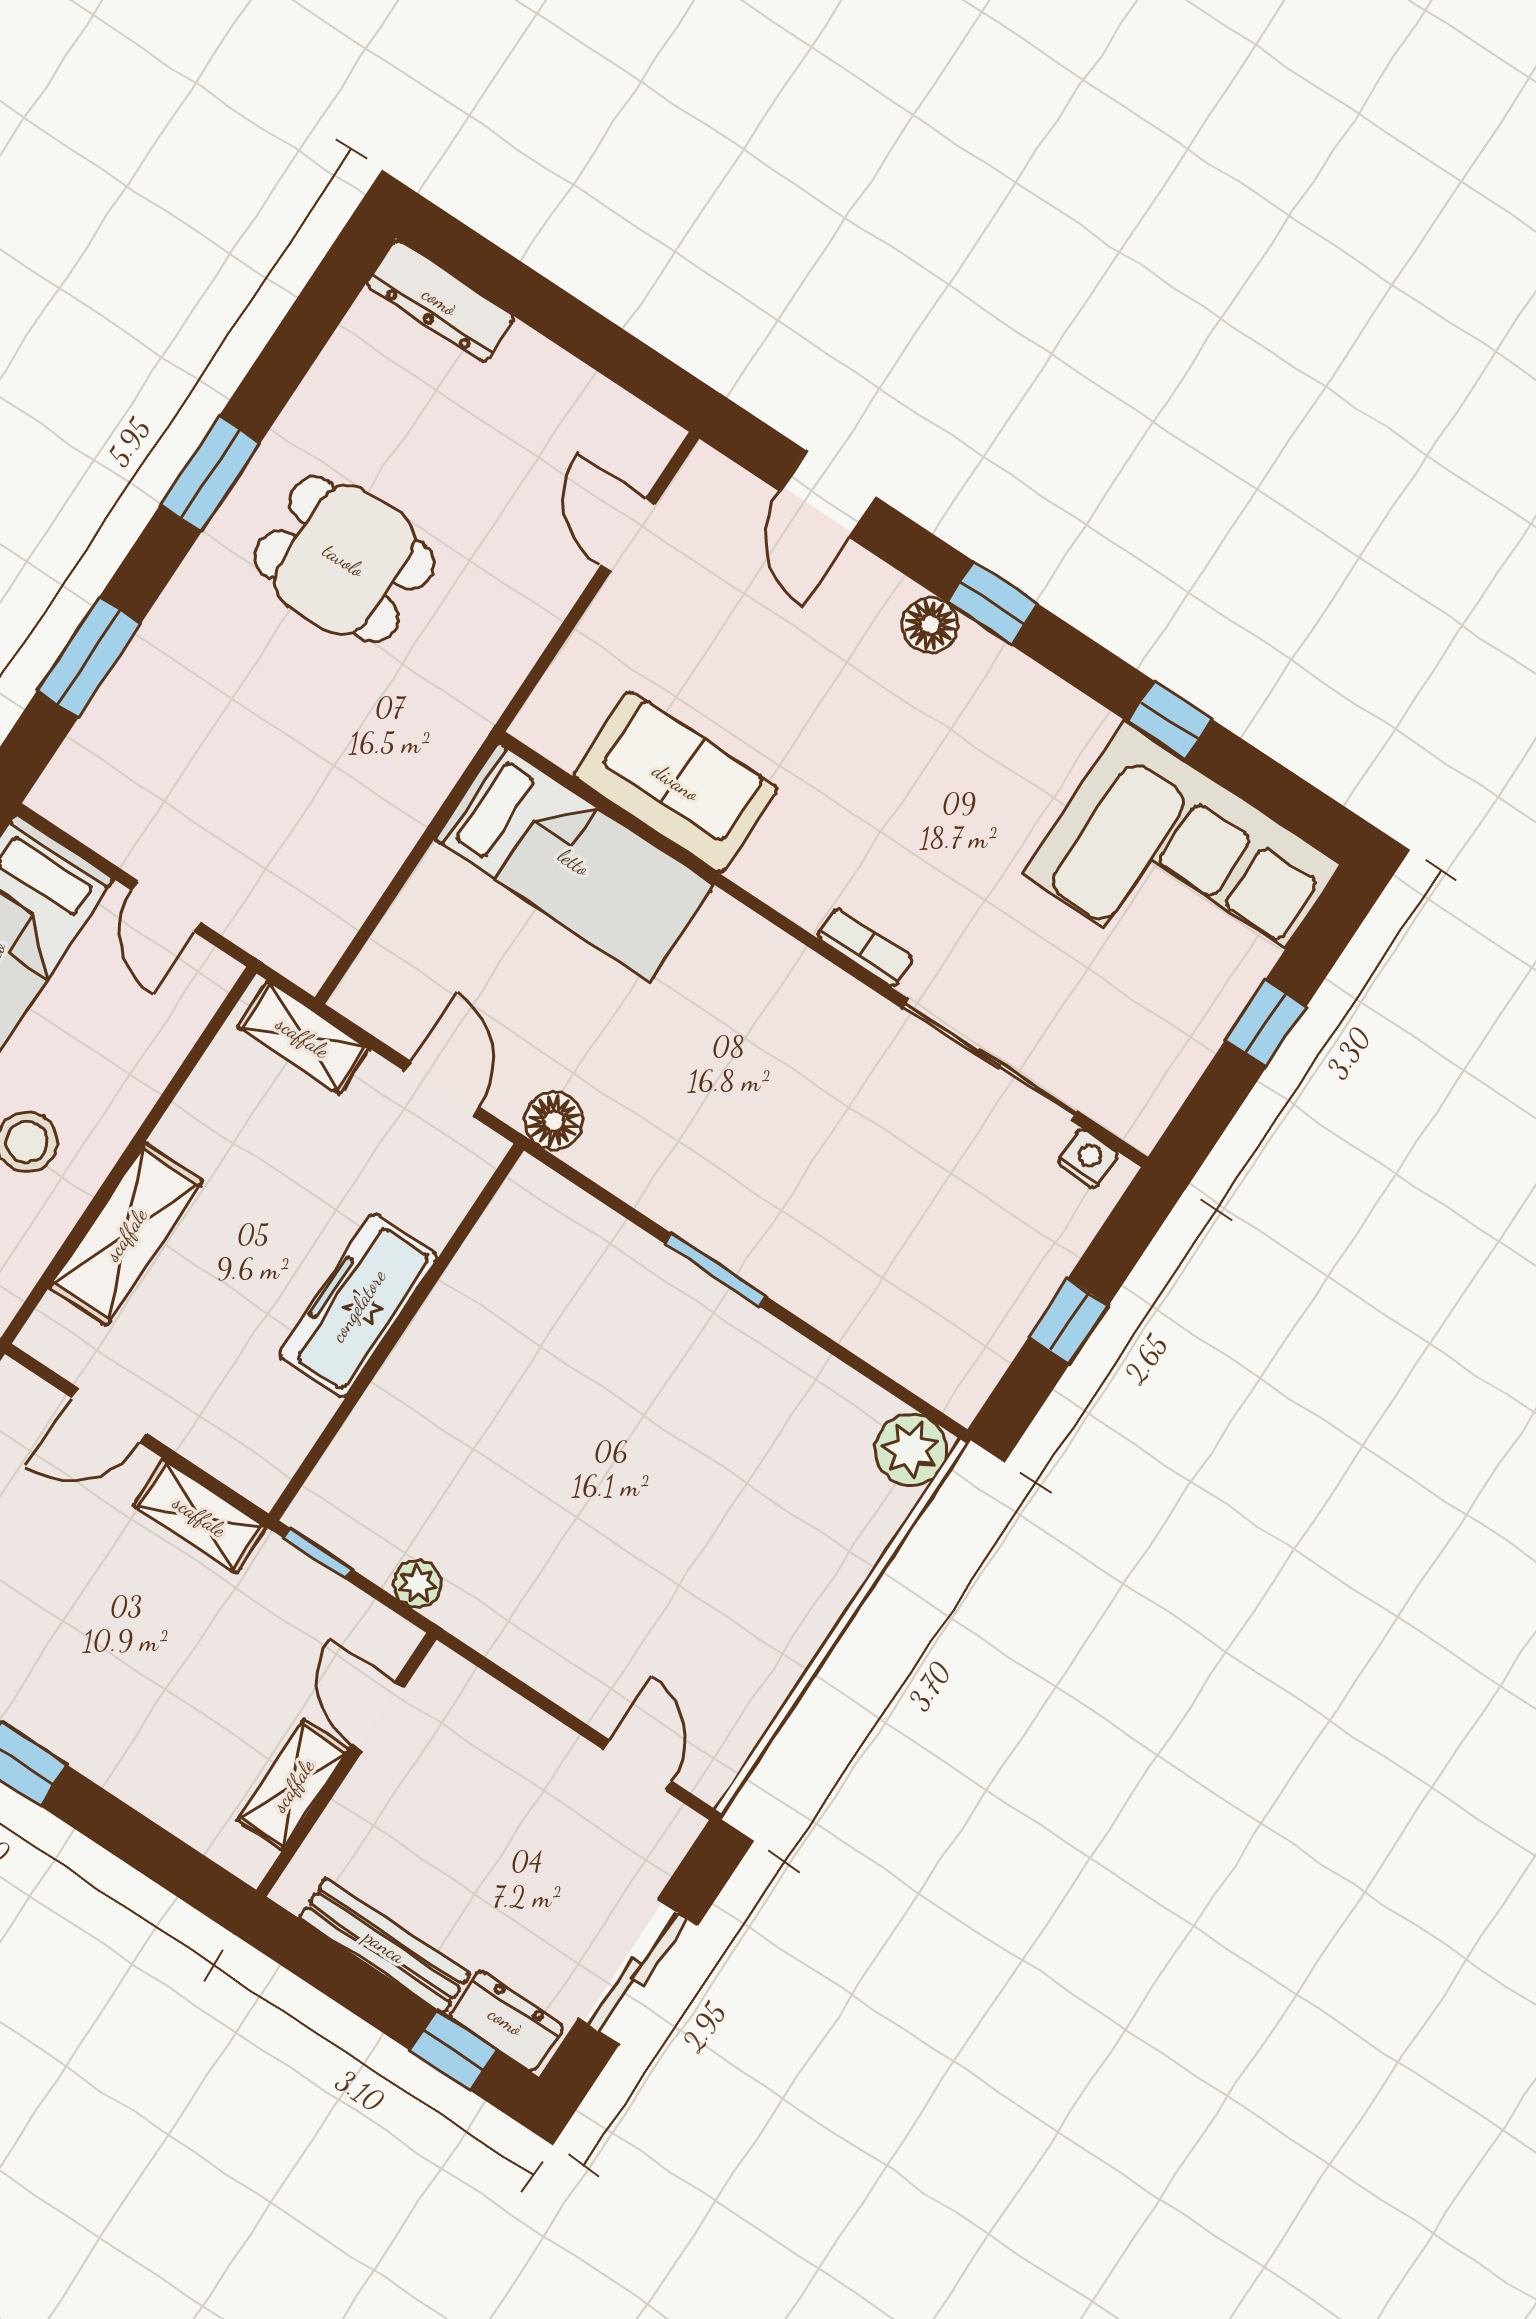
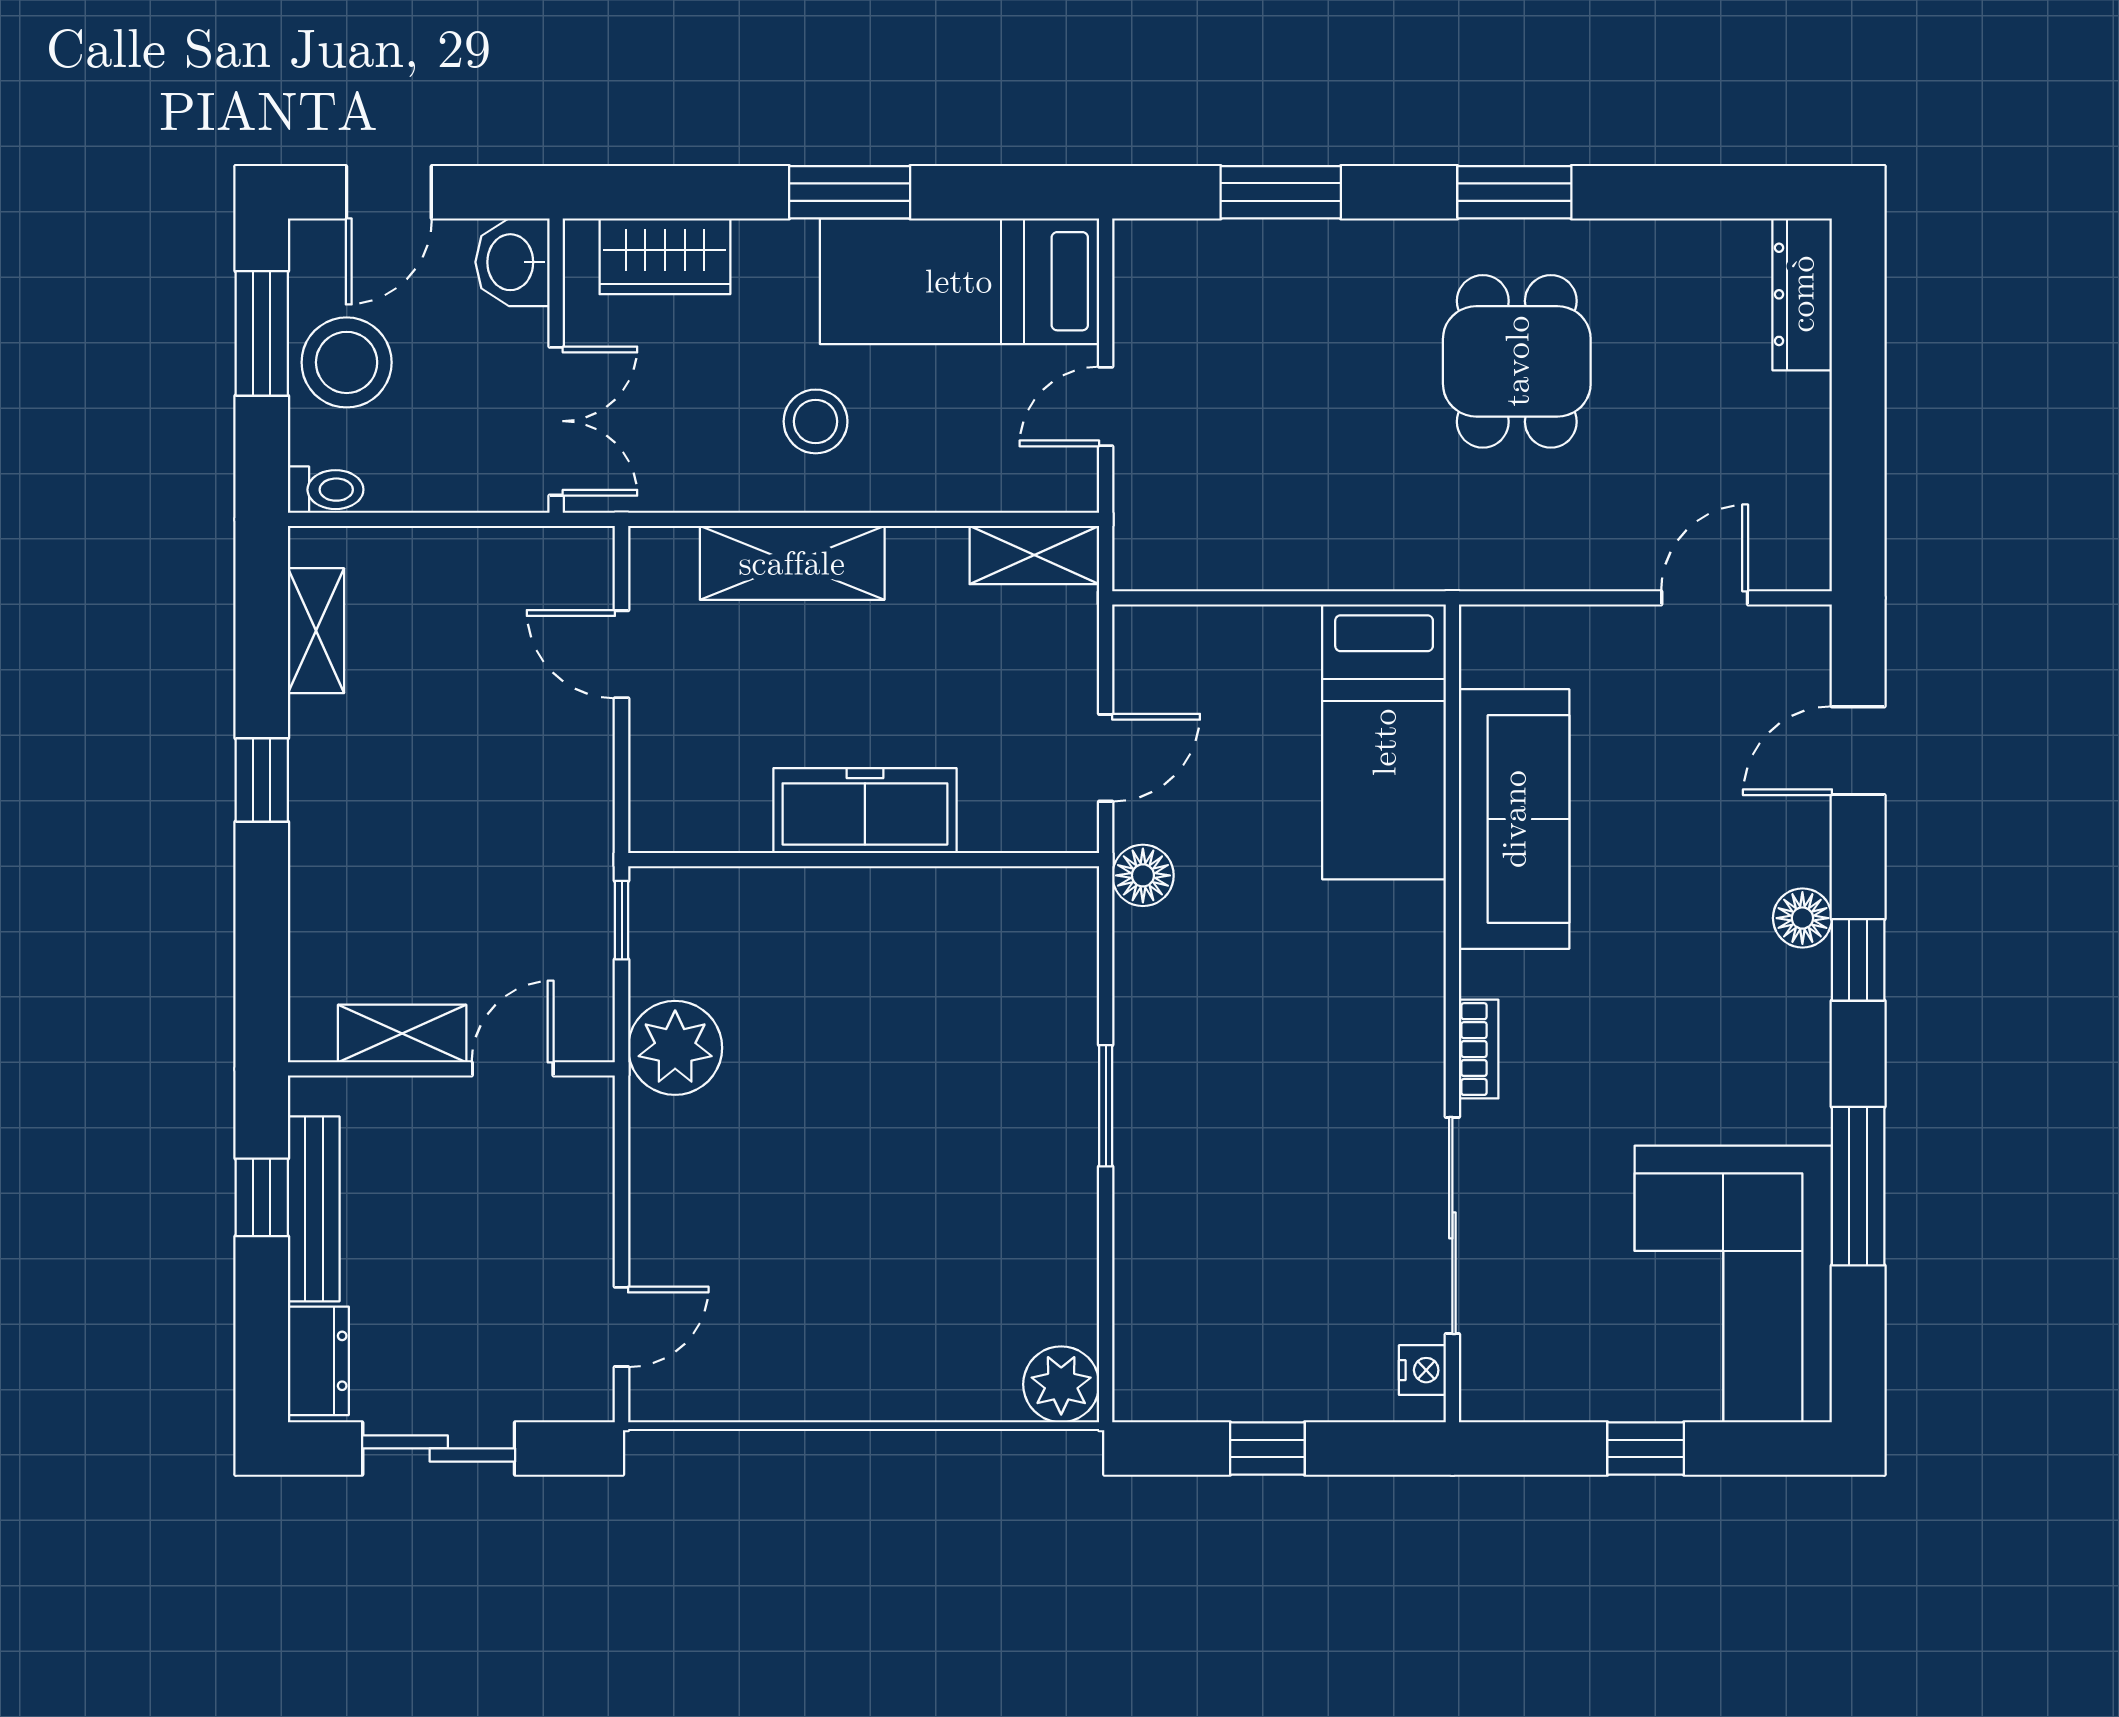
window: (1170, 721) -> (1858, 1186), width x2.17
sofa: (676, 782) -> (1514, 819), width x1.36
shelving: (303, 1037) -> (1034, 555), moved, turned 90
shelving: (200, 1516) -> (586, 794), removed
plant: (417, 1584) -> (675, 1048), width x1.88, depth x1.88
window: (453, 2050) -> (262, 1197), moved

